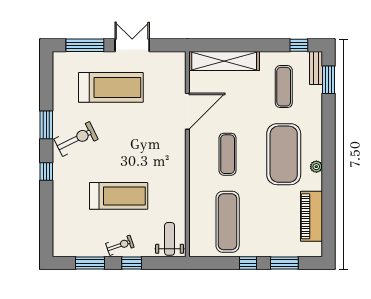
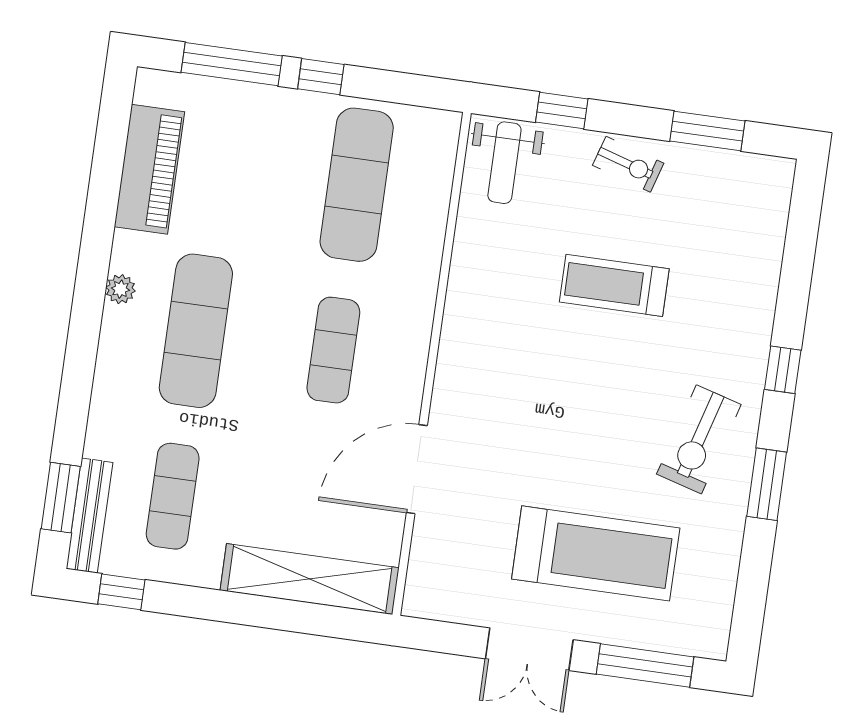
bench: (316, 68) -> (89, 516), width x1.36
treadmill: (111, 87) -> (596, 553), turned 180
exercise bike: (76, 139) -> (699, 439), turned -48
exercise mat: (284, 154) -> (196, 331), width x0.68
treadmill: (119, 196) -> (614, 285), width x0.73, depth x0.73
exercise bike: (120, 245) -> (628, 164), turned -144
window: (132, 263) -> (562, 111), moved
window: (284, 263) -> (232, 64), width x1.44

